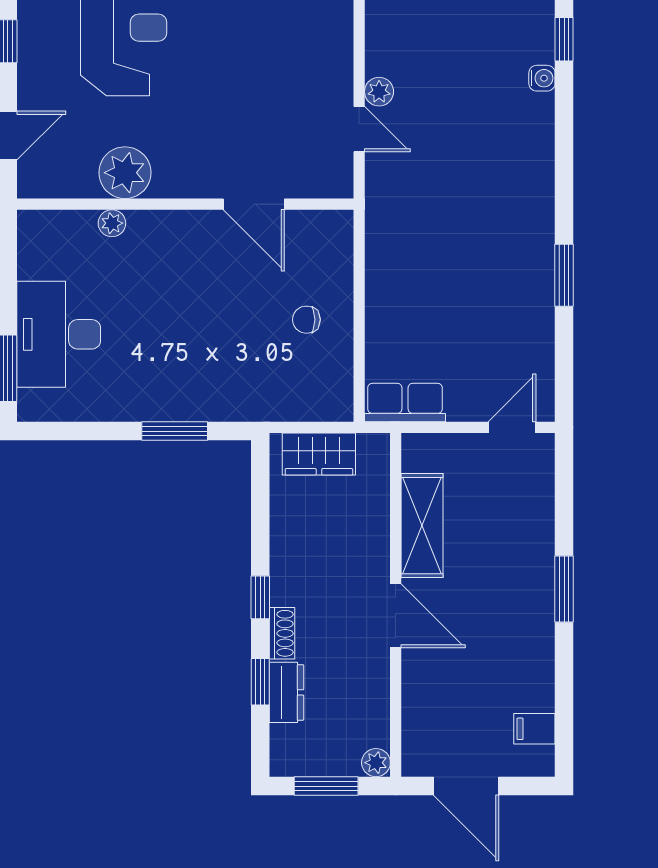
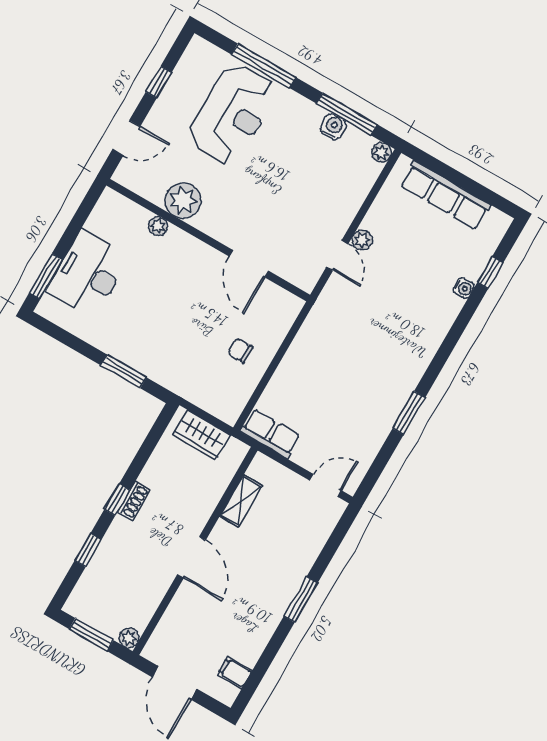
shelving: (422, 526) -> (241, 501), width x0.67, depth x0.75
shoe rack: (282, 633) -> (134, 501), moved
dresser: (287, 692) -> (100, 565), removed

